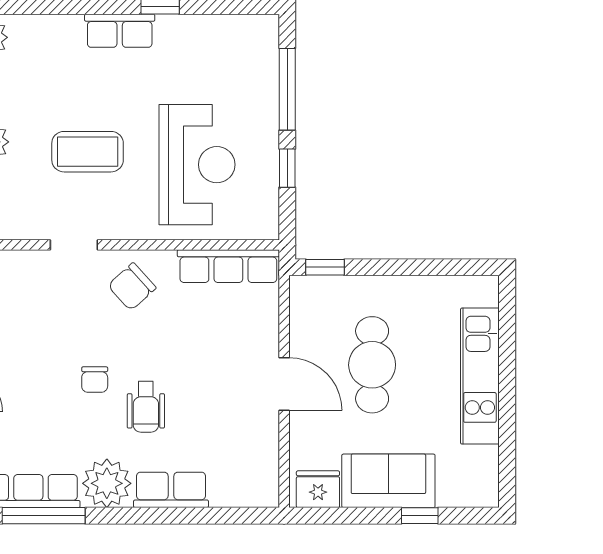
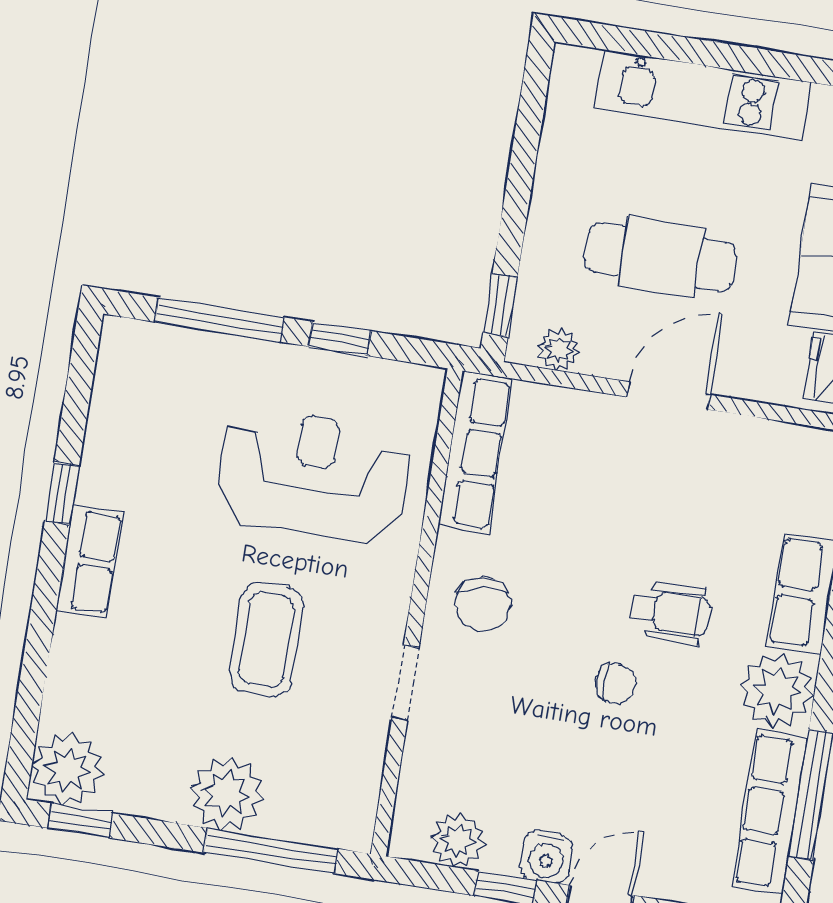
chair: (132, 287) -> (483, 604), turned 34
plant: (302, 309) -> (558, 350), added

